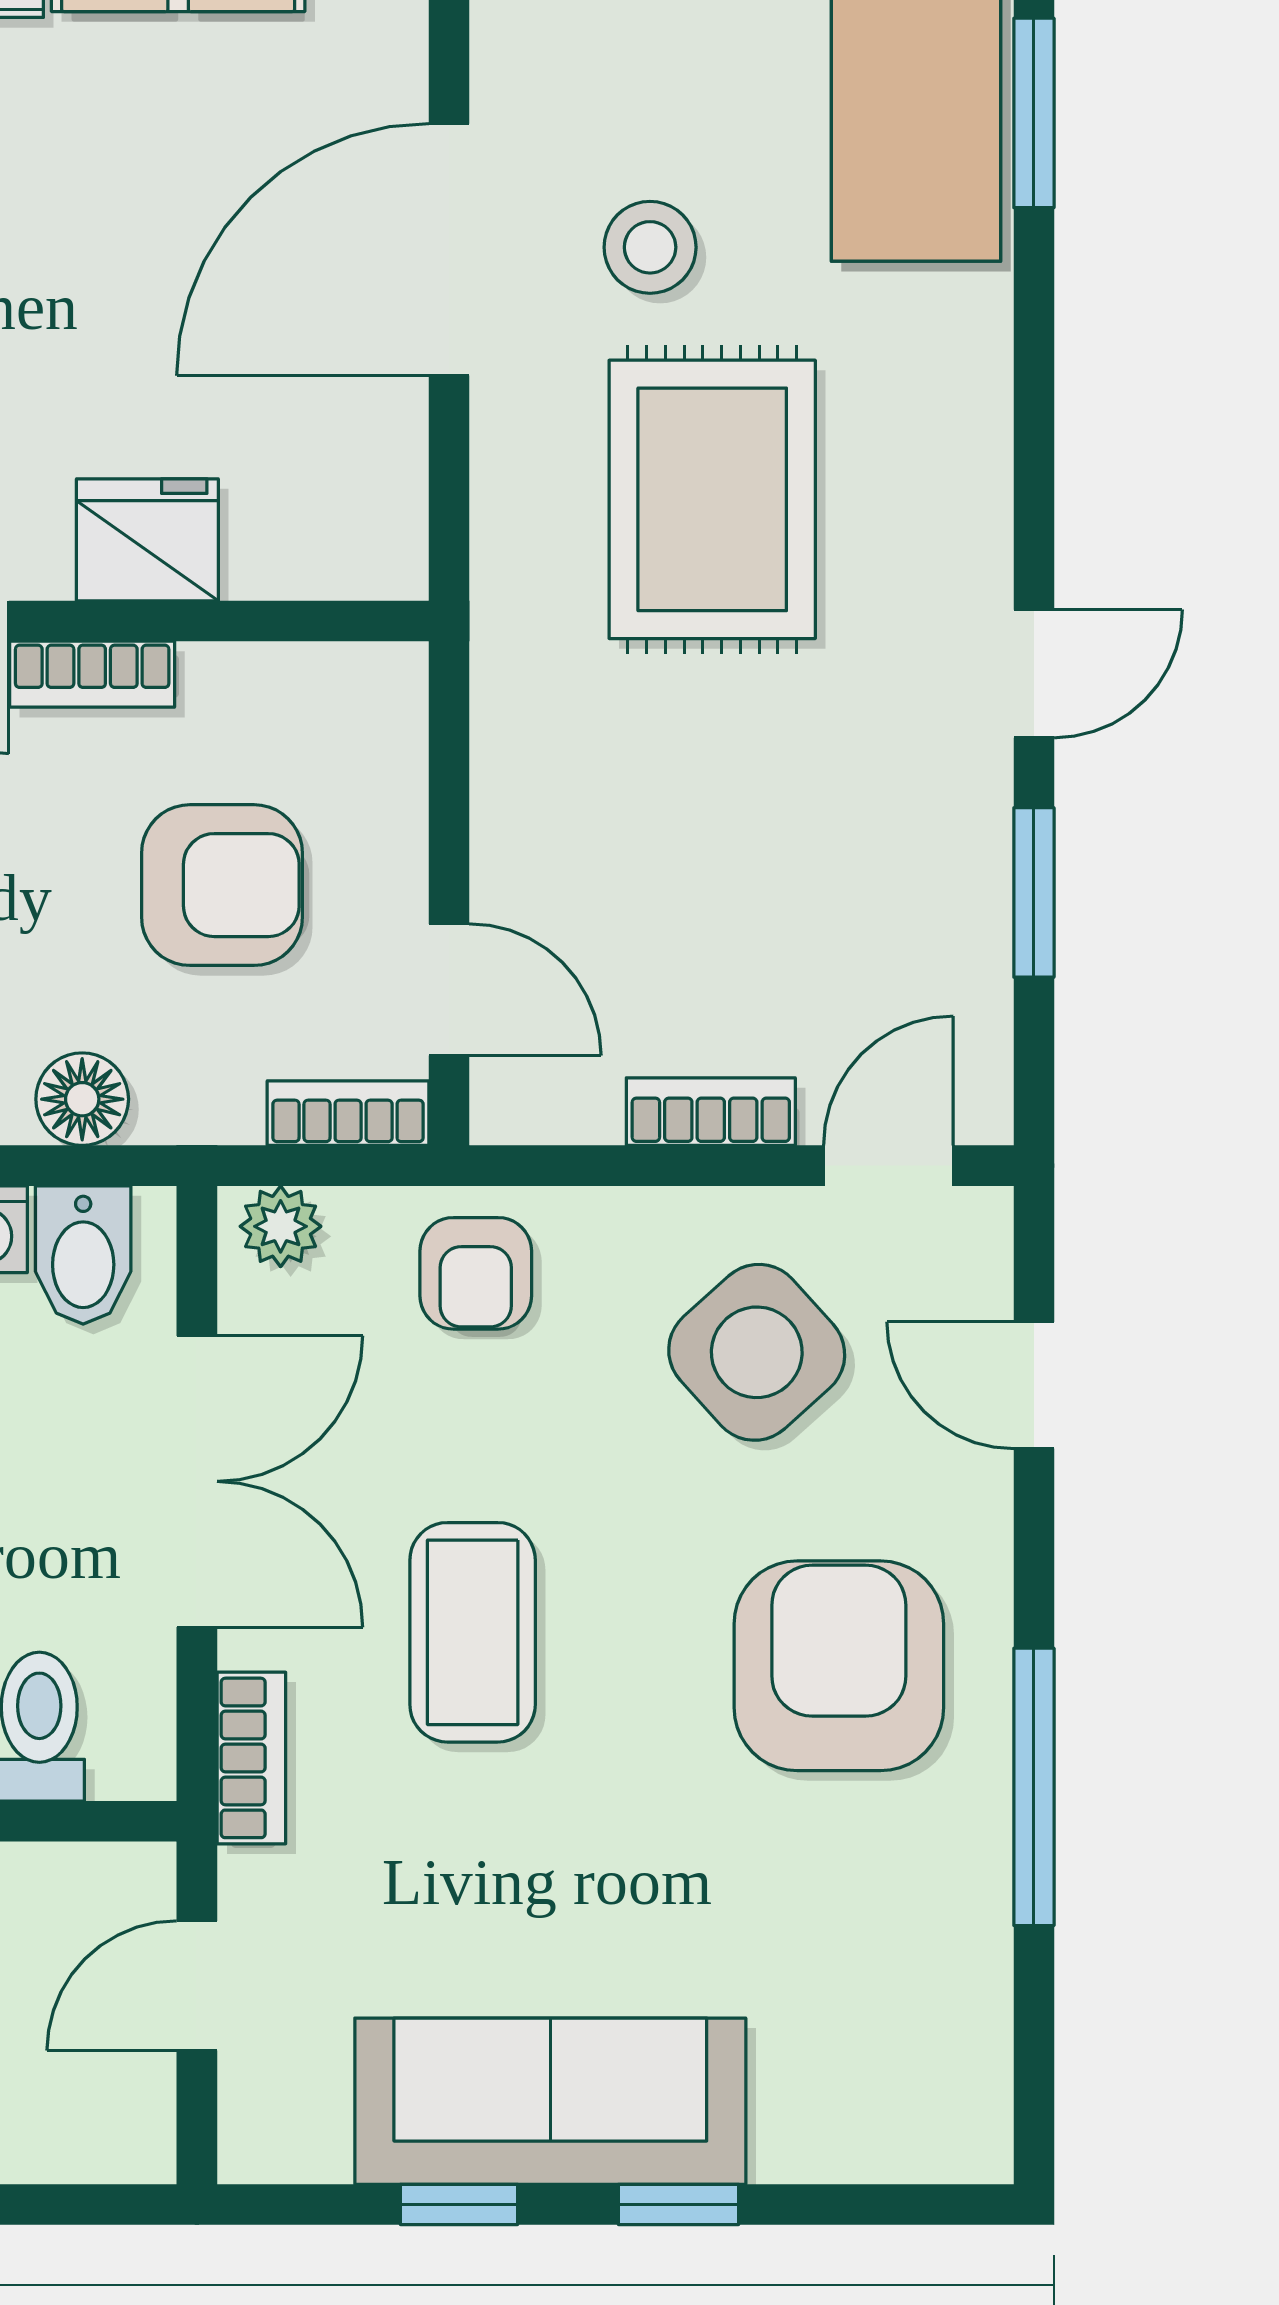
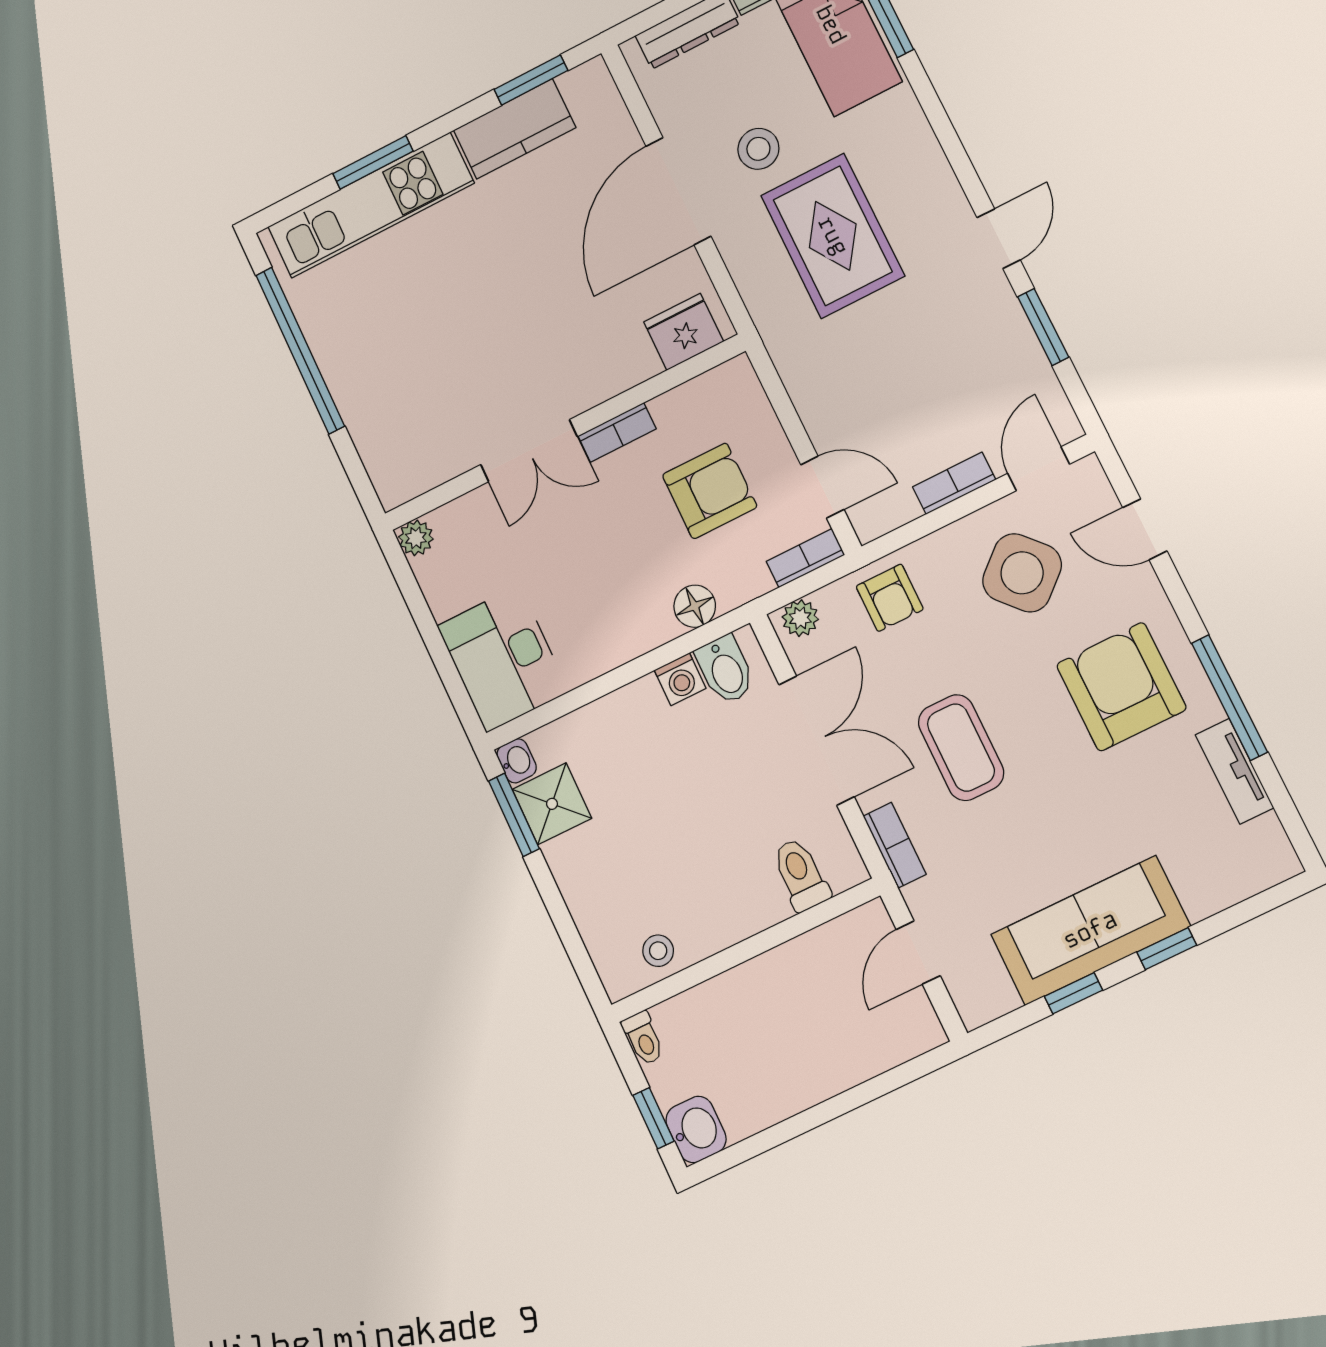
fridge: (147, 540) -> (684, 332), moved
tv unit: (974, 1931) -> (1235, 771), added

